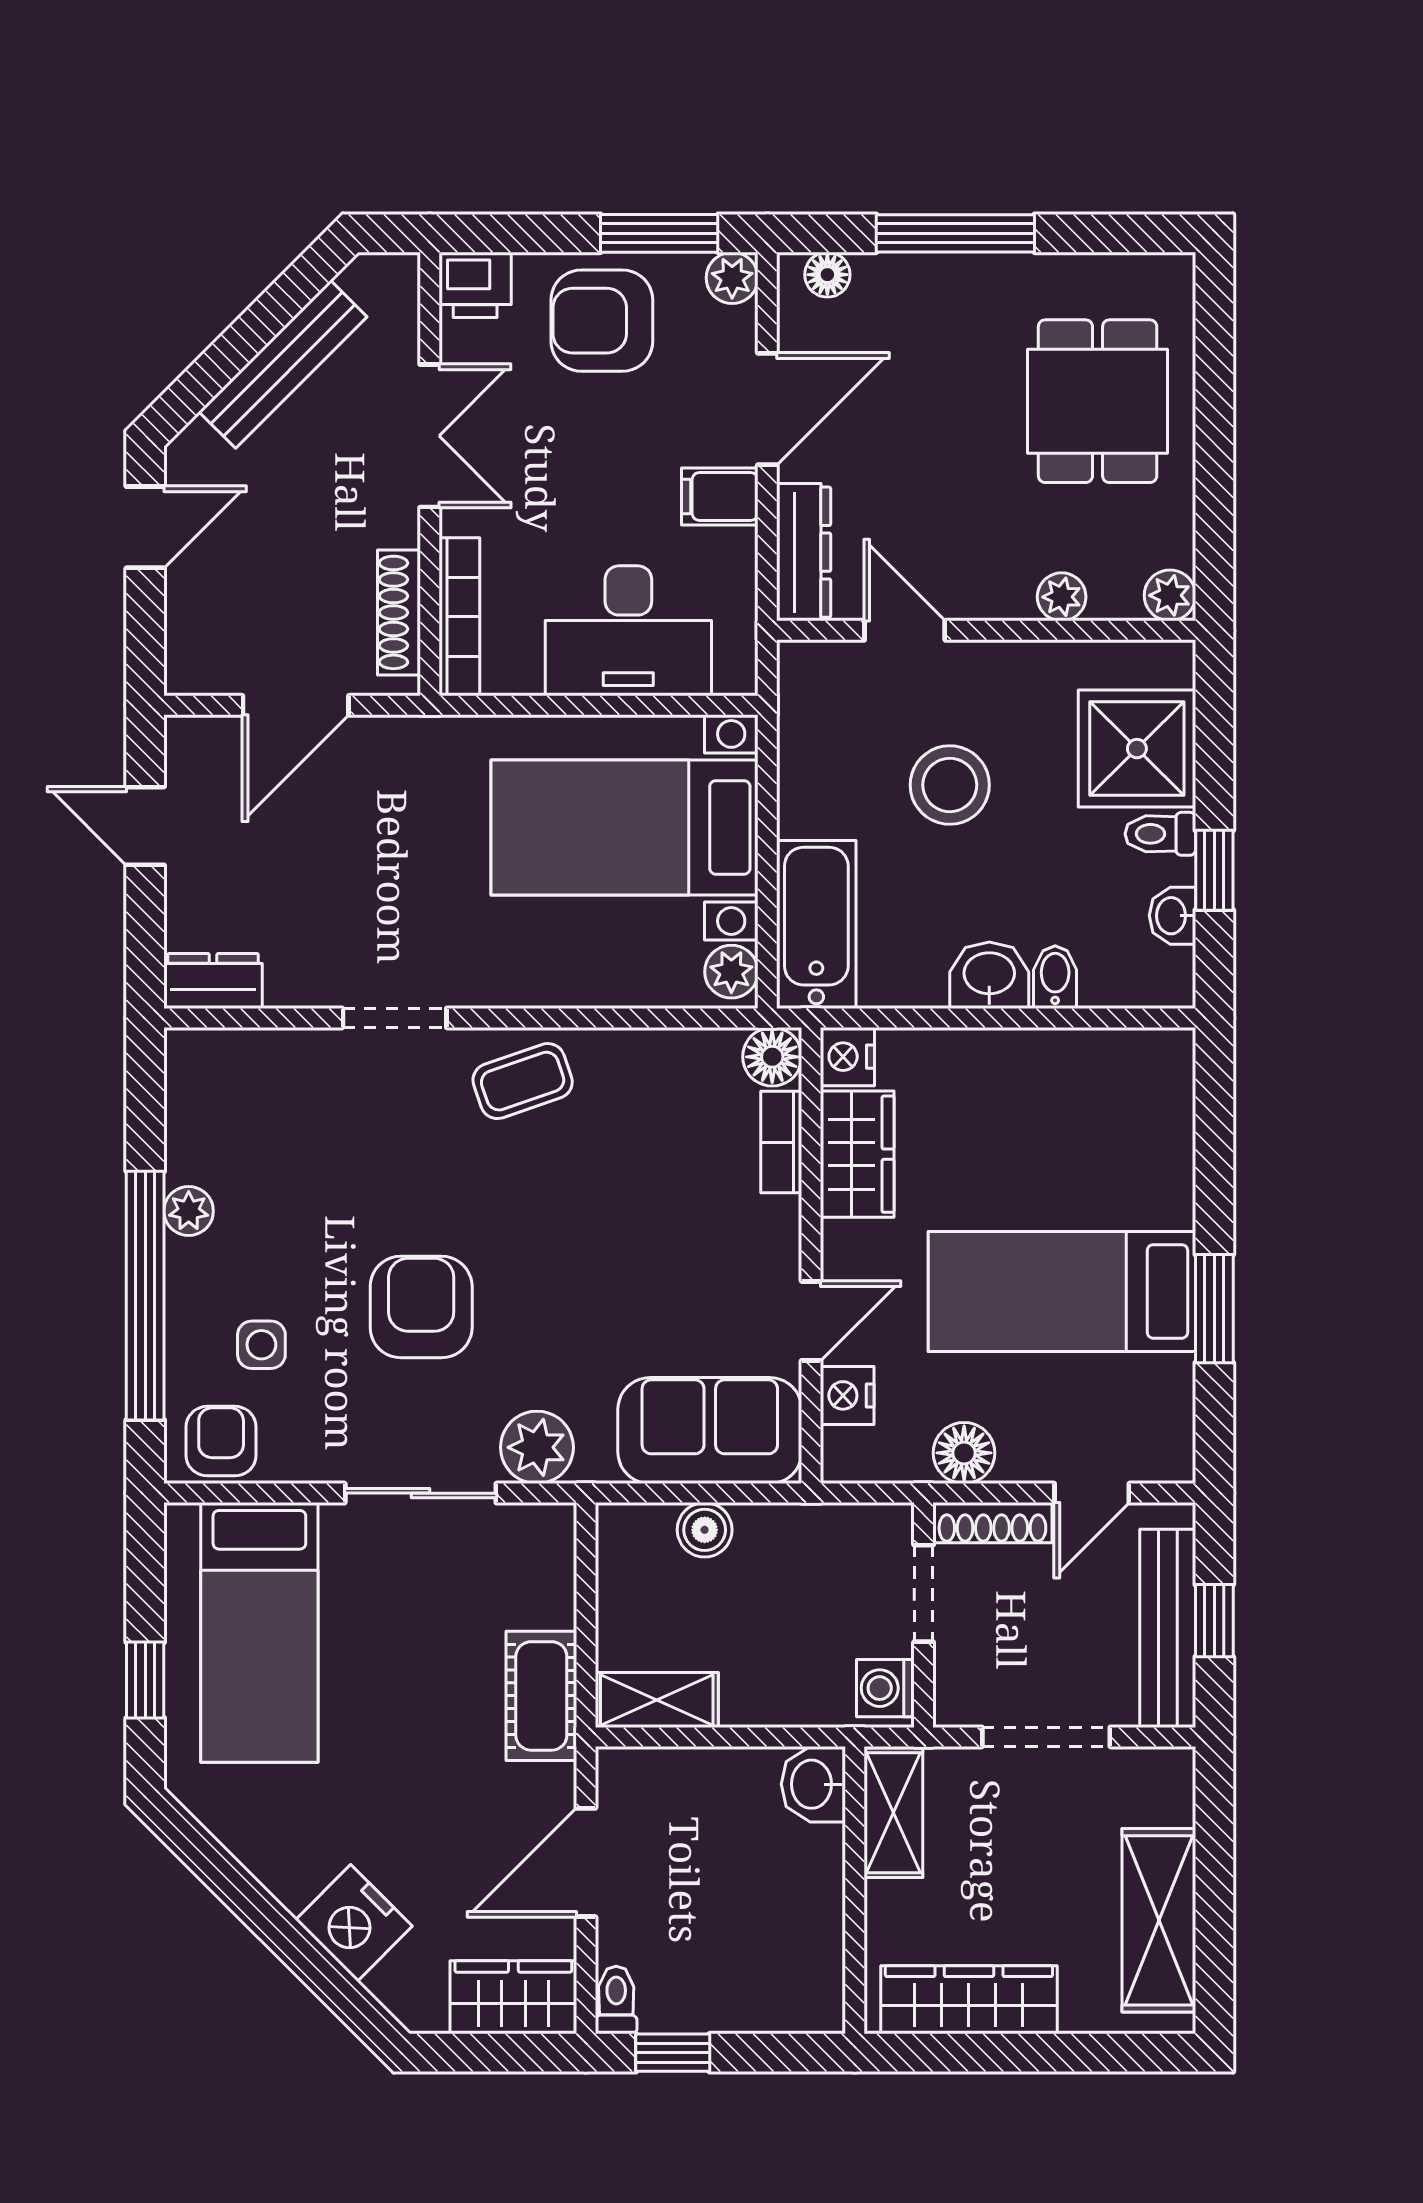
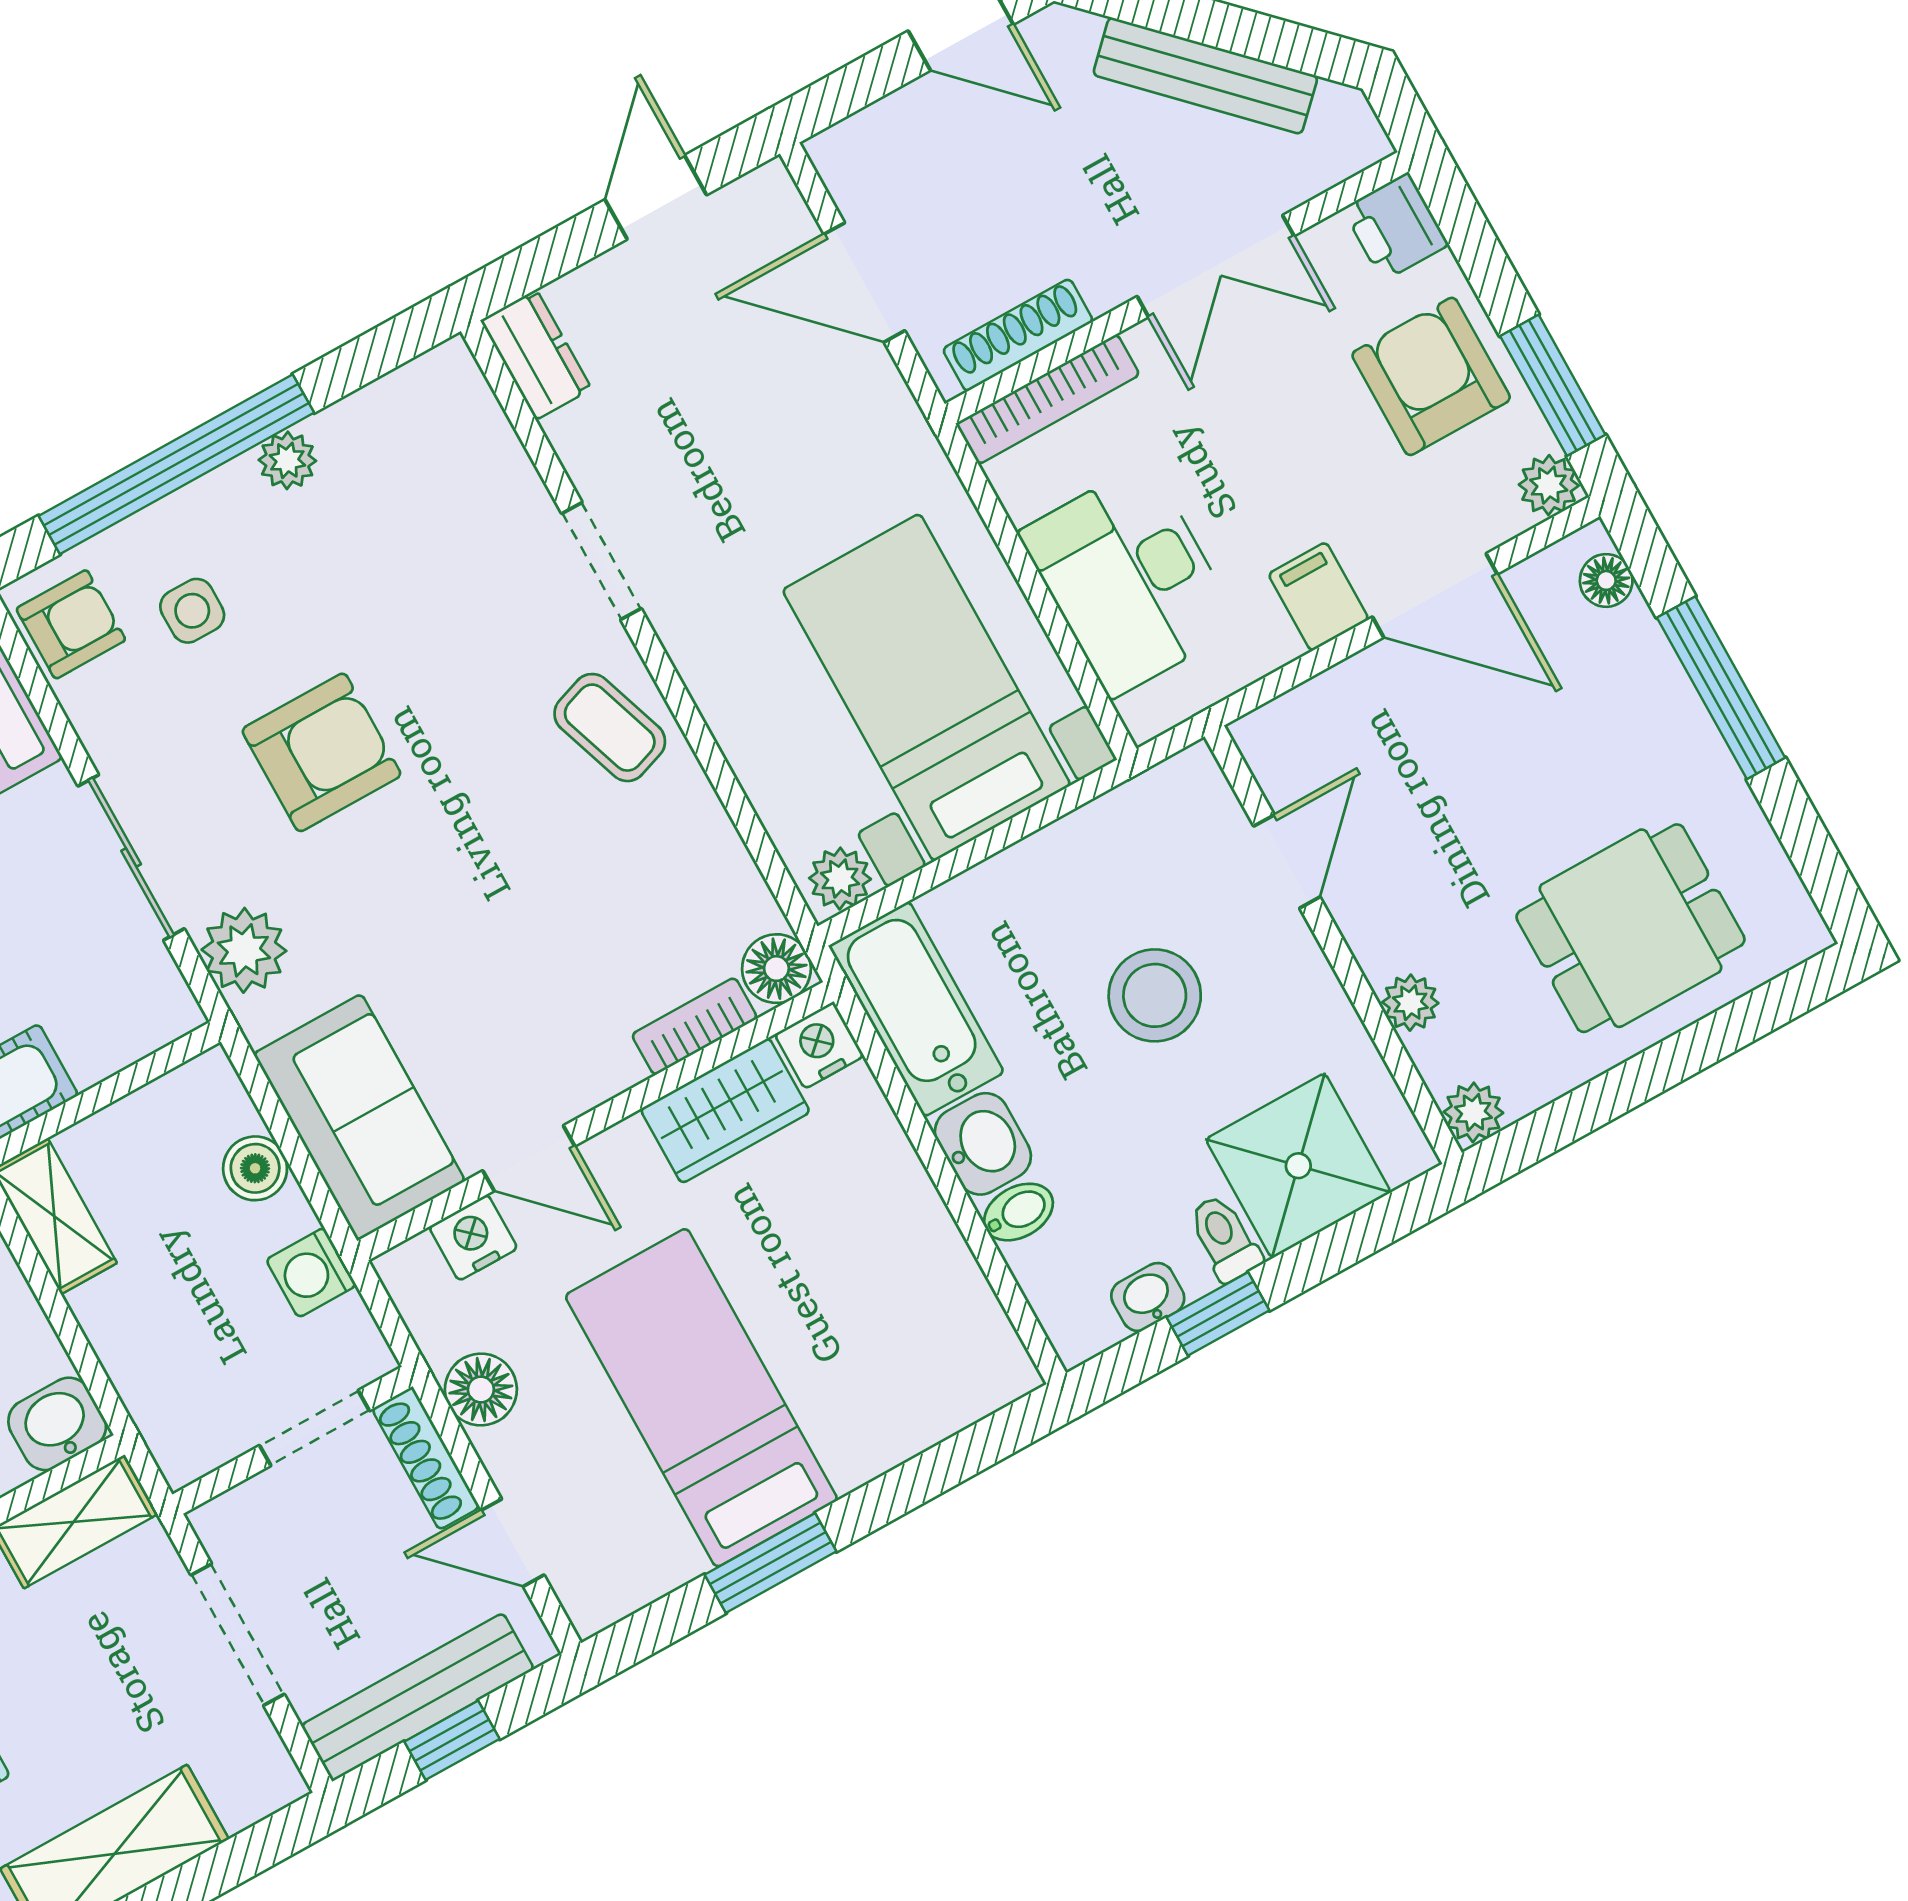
dresser: (804, 552) -> (1309, 714), removed
bathtub: (816, 924) -> (916, 1009), moved, turned -90
washing machine: (885, 1688) -> (311, 1273), moved, turned -90

